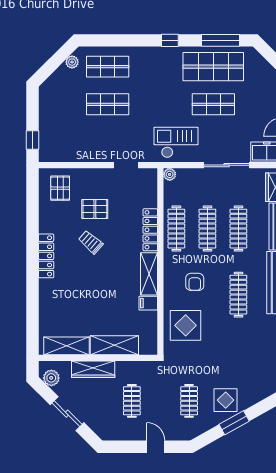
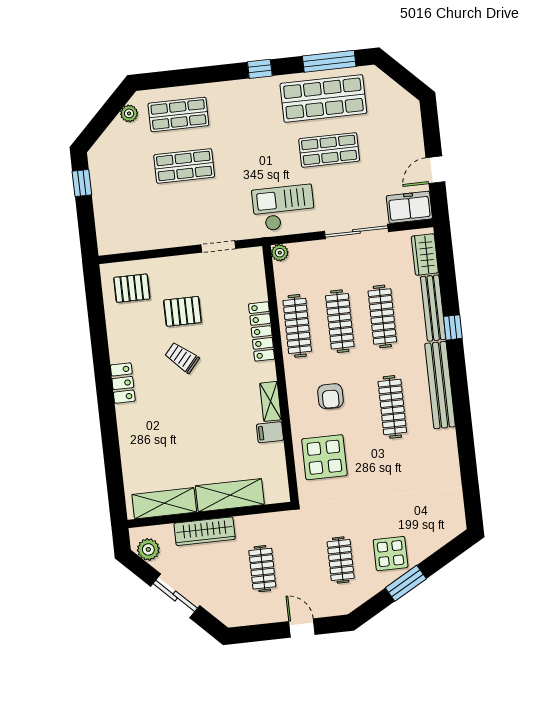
window: (33, 140) -> (82, 183), moved
pallet: (60, 188) -> (132, 288), turned 90
locker: (46, 256) -> (123, 383), width x0.66
shelving: (149, 274) -> (271, 401), width x0.67, depth x0.75

